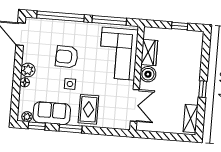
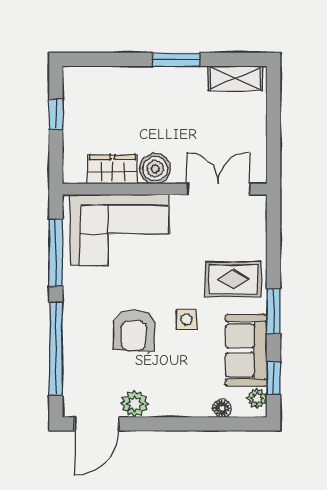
plant: (28, 70) -> (135, 404), moved
floor lamp: (25, 82) -> (222, 408), moved
window: (203, 89) -> (176, 59), width x1.50

